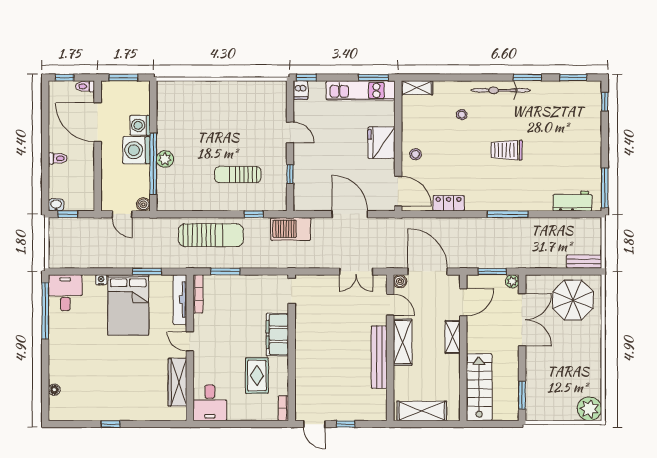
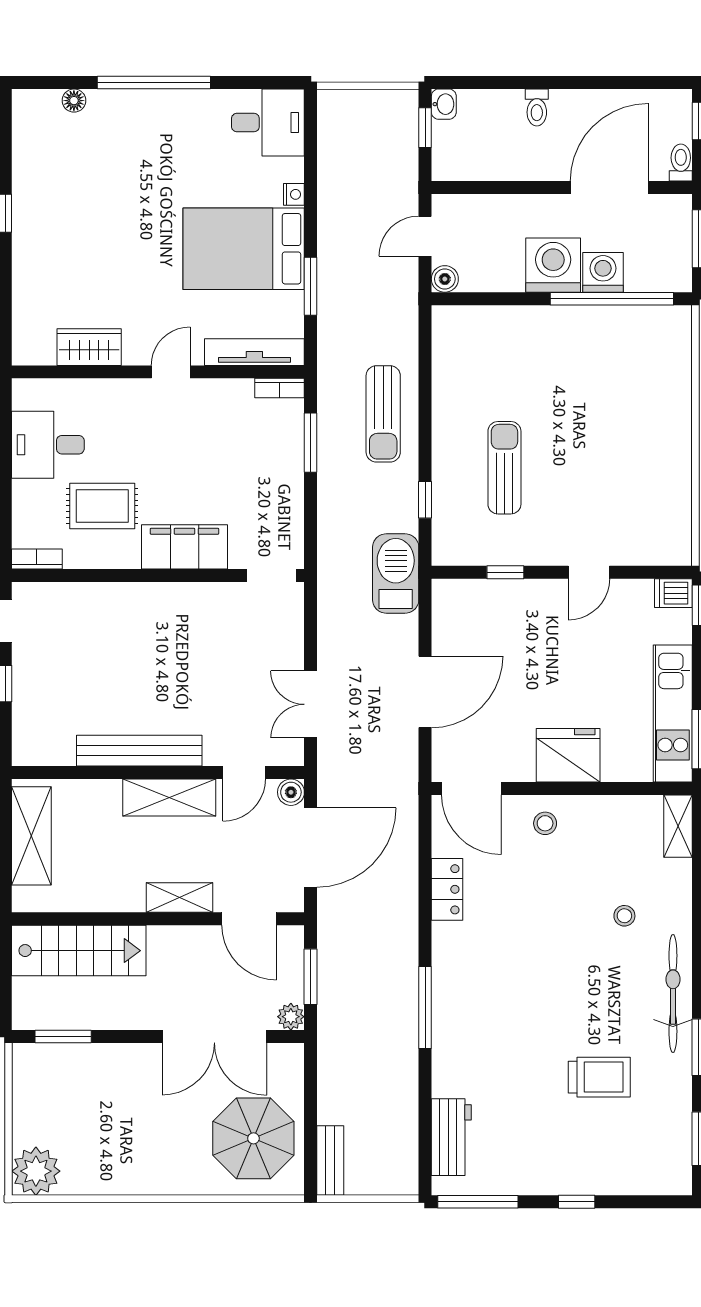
window: (605, 102) -> (577, 1202), moved
trolley: (506, 150) -> (599, 1077), moved, turned 90
plant: (165, 159) -> (535, 322), removed
window: (153, 164) -> (612, 299), moved
door: (398, 191) -> (471, 788), hinge flipped
sun lounger: (211, 235) -> (383, 414), width x0.73, depth x0.75
bookcase: (198, 294) -> (280, 388), width x0.64
window: (45, 311) -> (154, 83), moved
wardrobe: (177, 382) -> (89, 347), width x0.67
desk: (210, 403) -> (48, 445), moved

